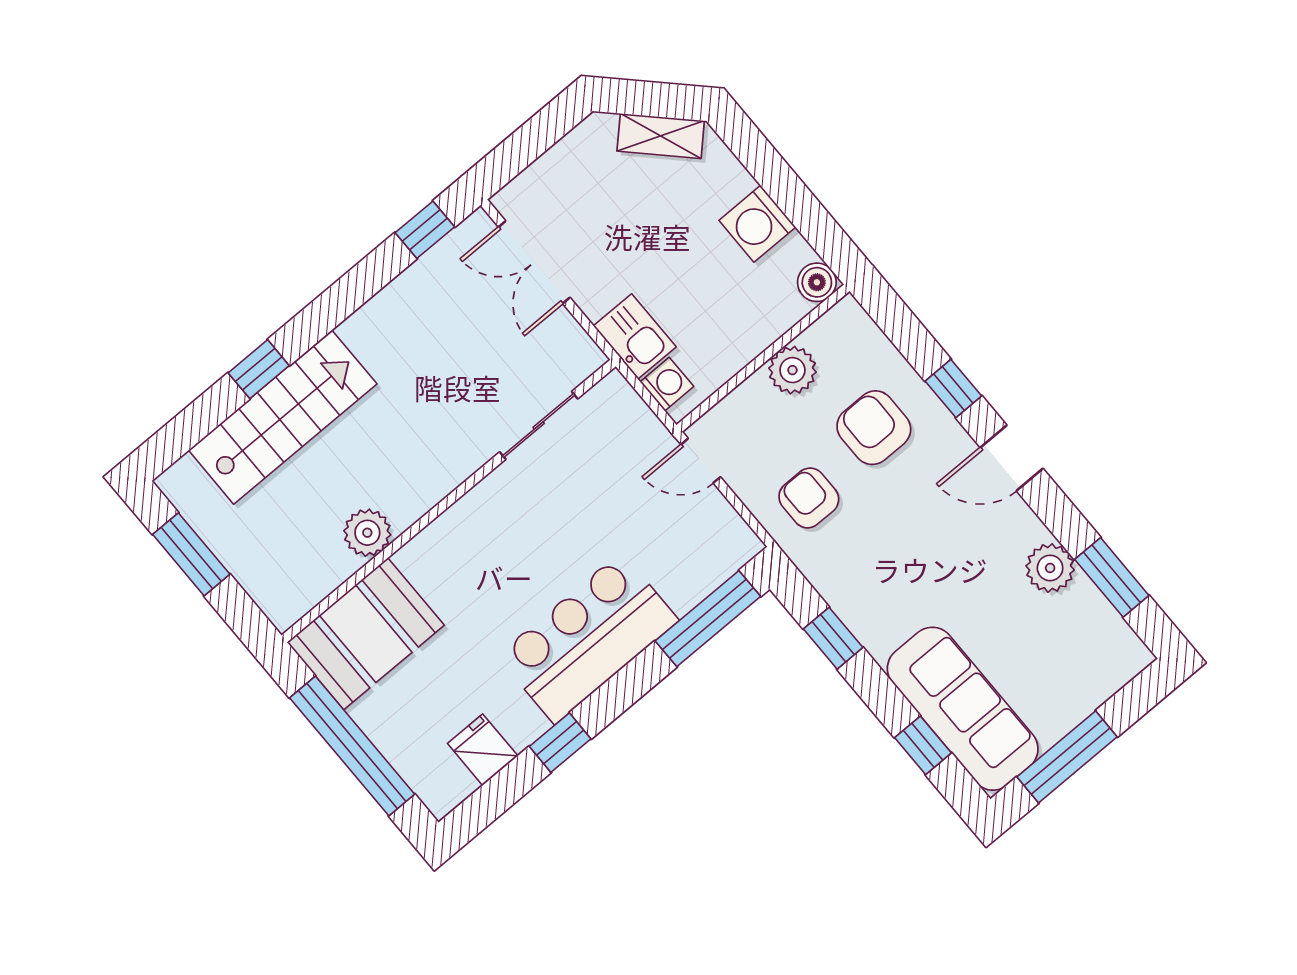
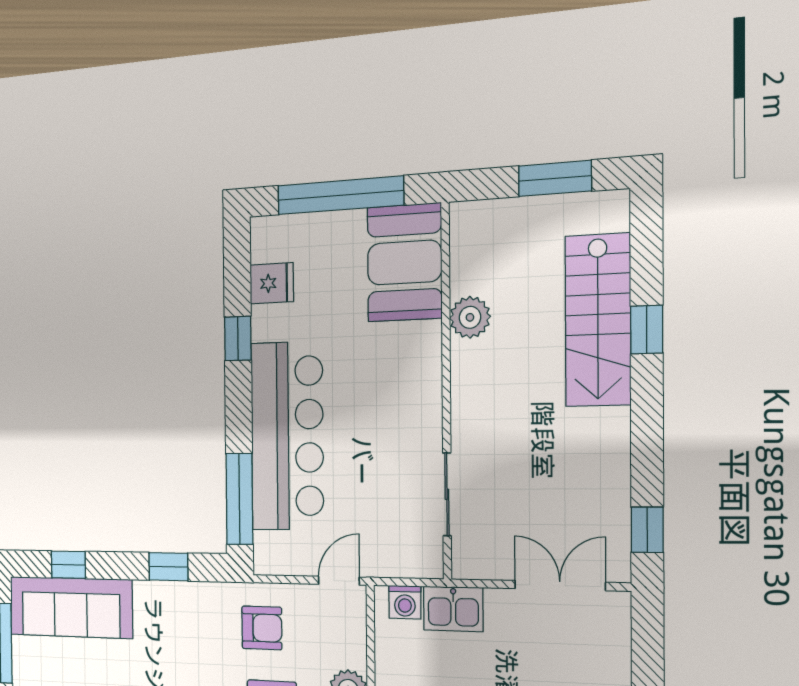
bar counter: (588, 638) -> (287, 436), width x1.36

